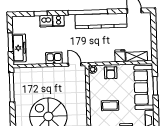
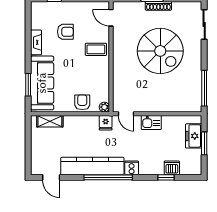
dishwasher: (46, 21) -> (172, 168), moved
cooker: (59, 21) -> (132, 168), moved
freezer: (19, 48) -> (194, 136), width x0.71
fridge: (120, 56) -> (106, 123), moved
coffee table: (110, 106) -> (96, 49), moved

